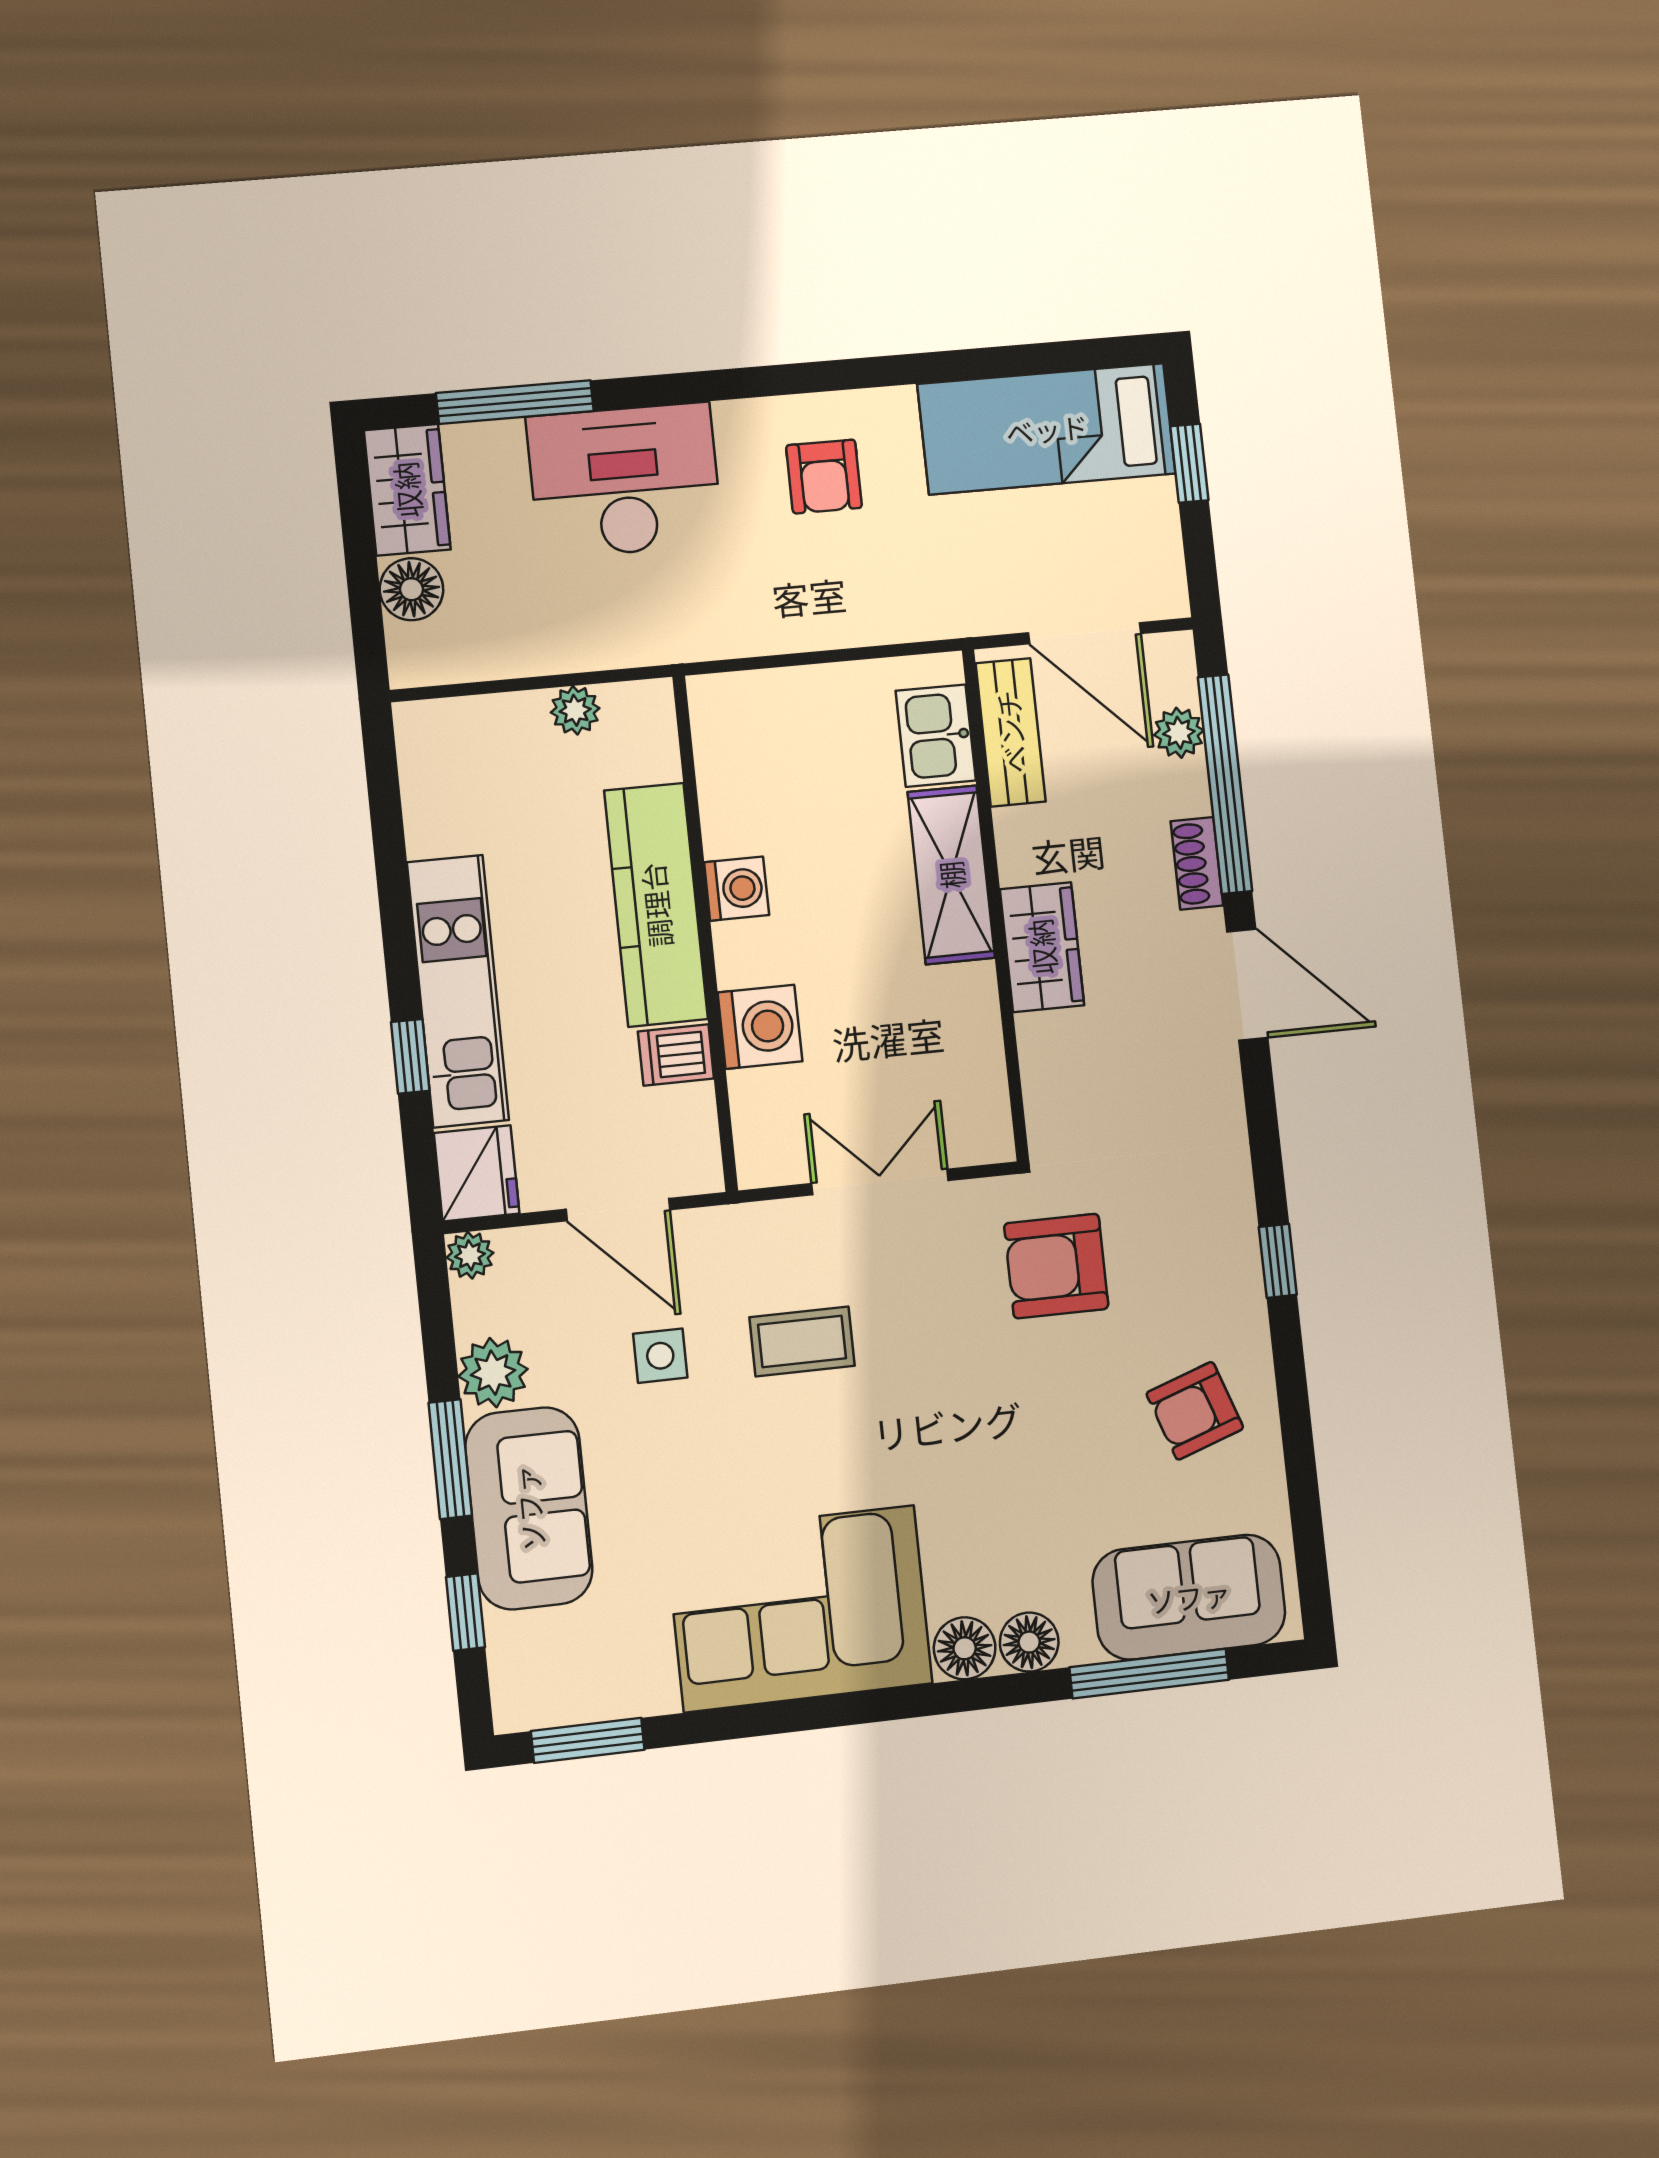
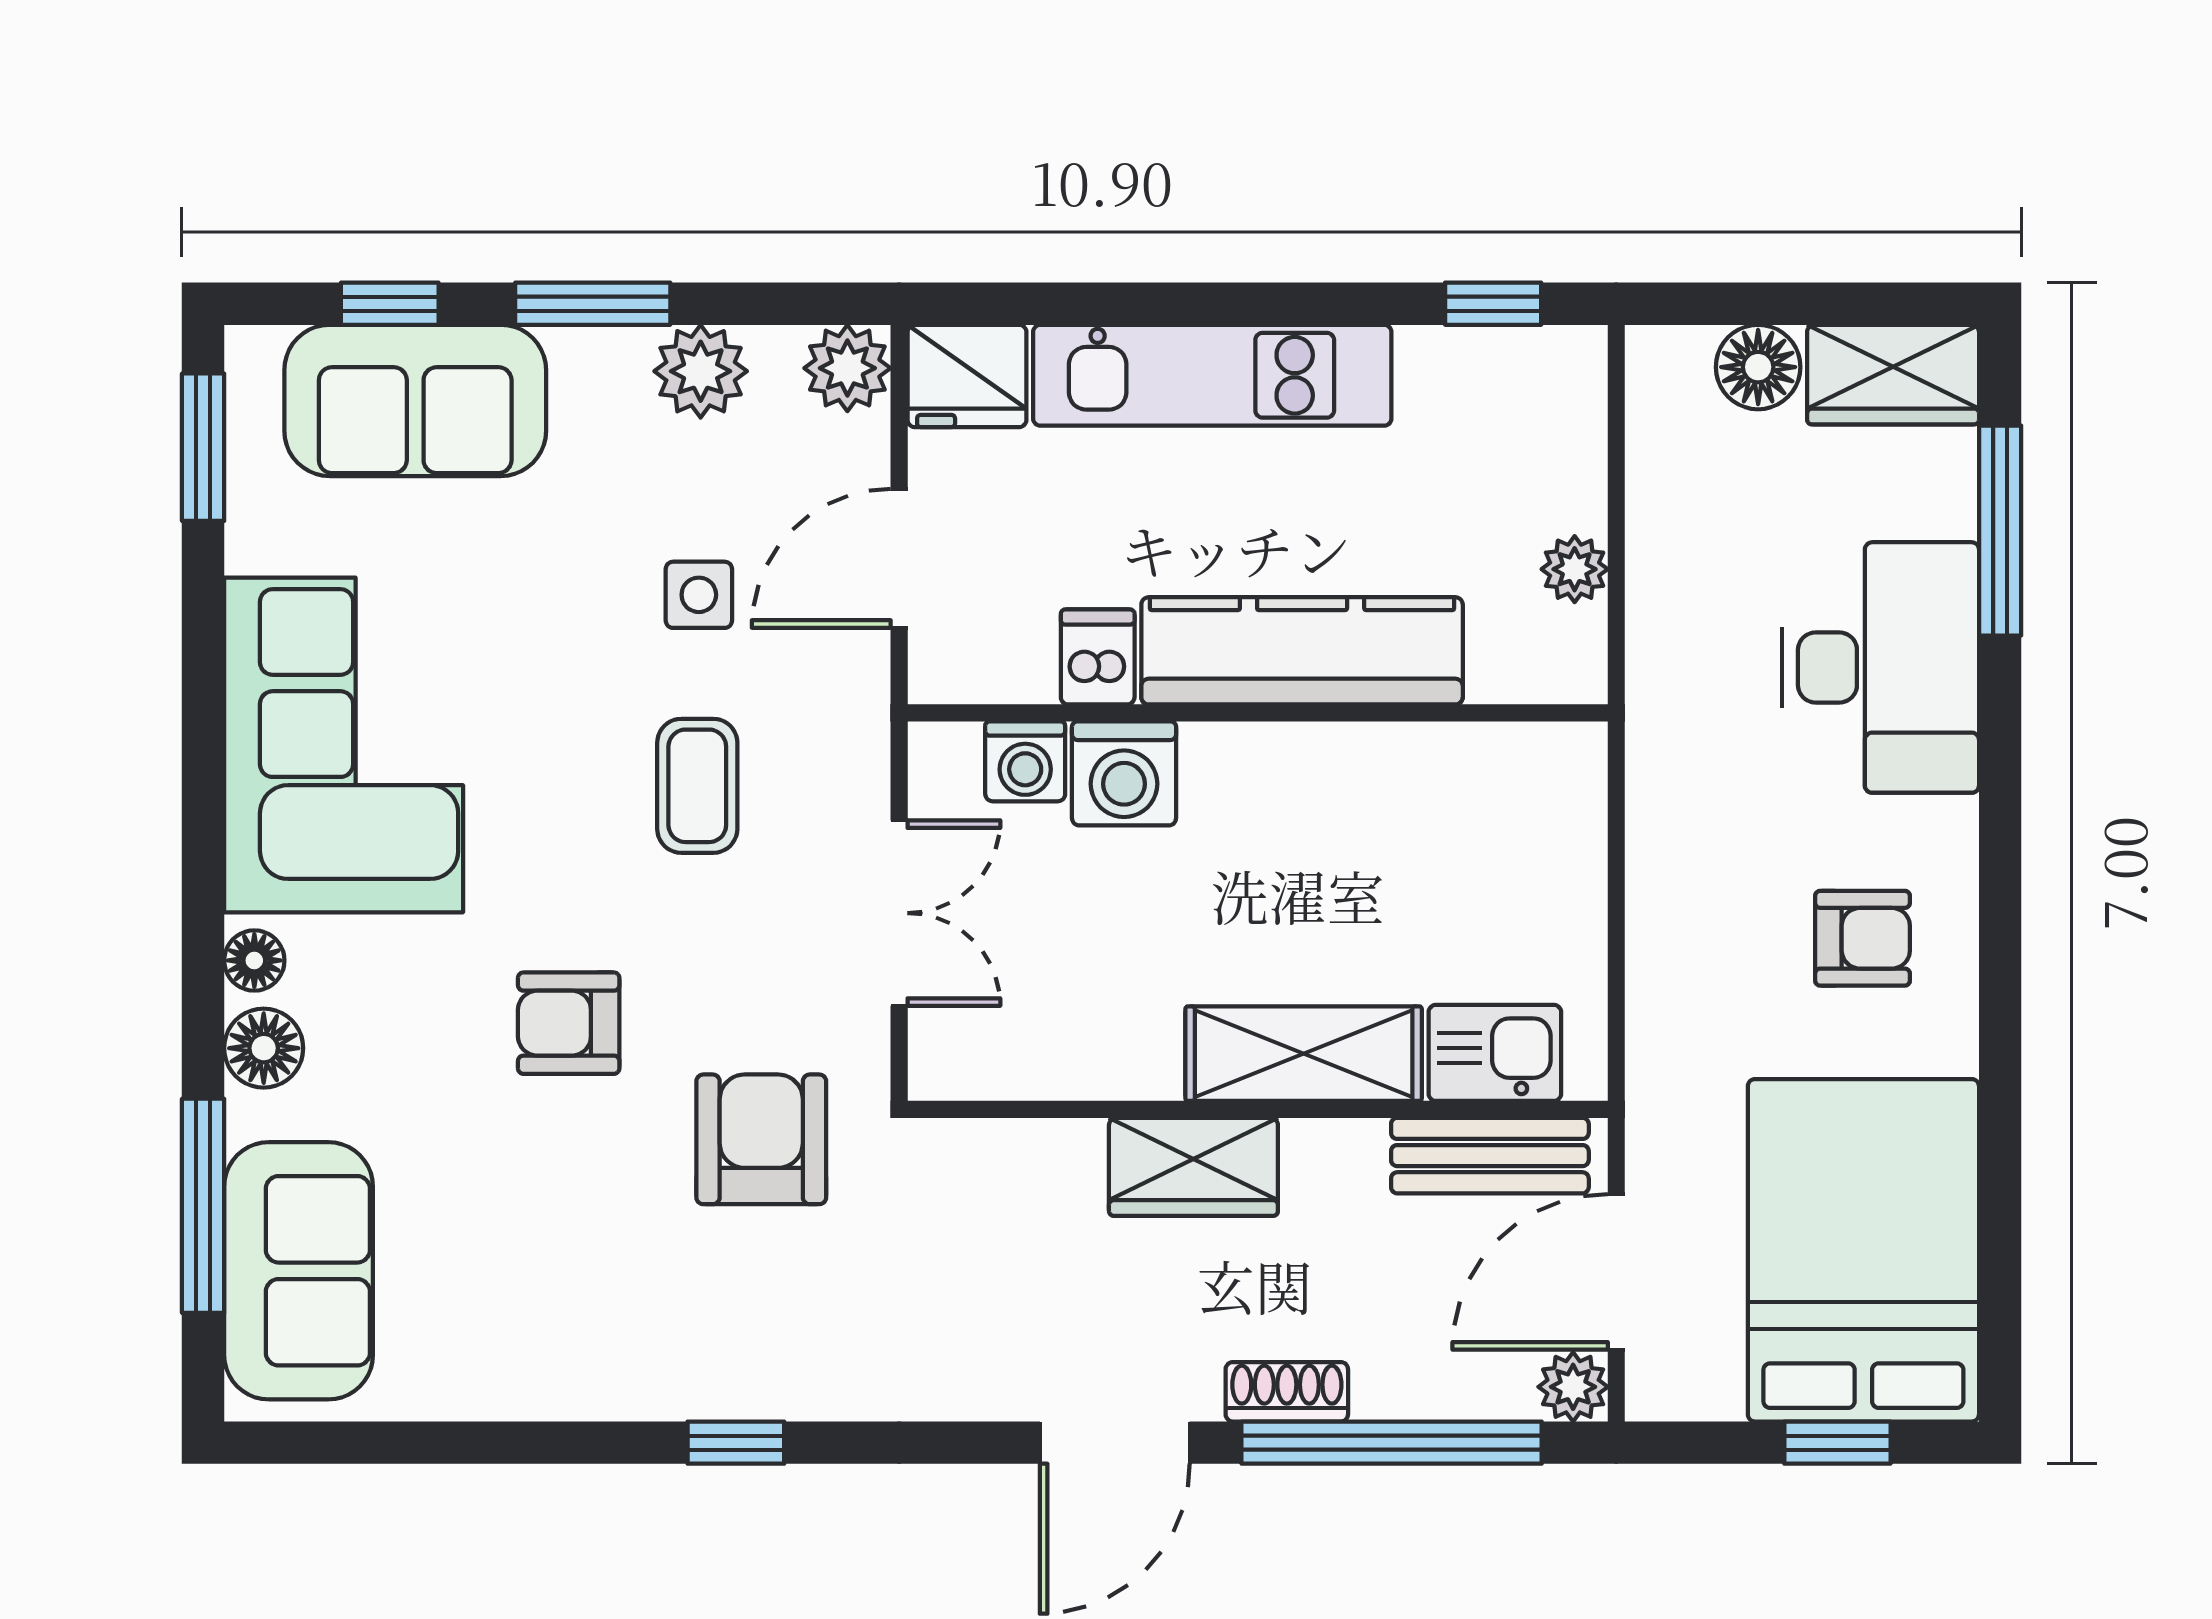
bed: (1047, 429) -> (1863, 1250), width x1.50
armchair: (824, 477) -> (1863, 938), turned 180
plant: (1179, 733) -> (1573, 1387), moved
washing machine: (737, 889) -> (1025, 761), moved
window: (410, 1056) -> (1493, 304), moved
plant: (470, 1255) -> (847, 368), width x1.38, depth x1.38
armchair: (1195, 1411) -> (569, 1023), moved, turned -71
sofa: (529, 1508) -> (415, 400), moved
floor lamp: (965, 1648) -> (254, 960), width x0.73, depth x0.73

